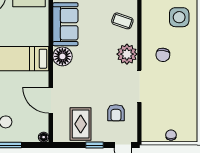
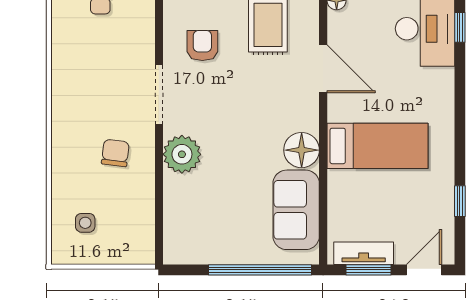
side table: (179, 17) -> (85, 223), width x0.54, depth x0.54
coffee table: (122, 21) -> (190, 216), removed

